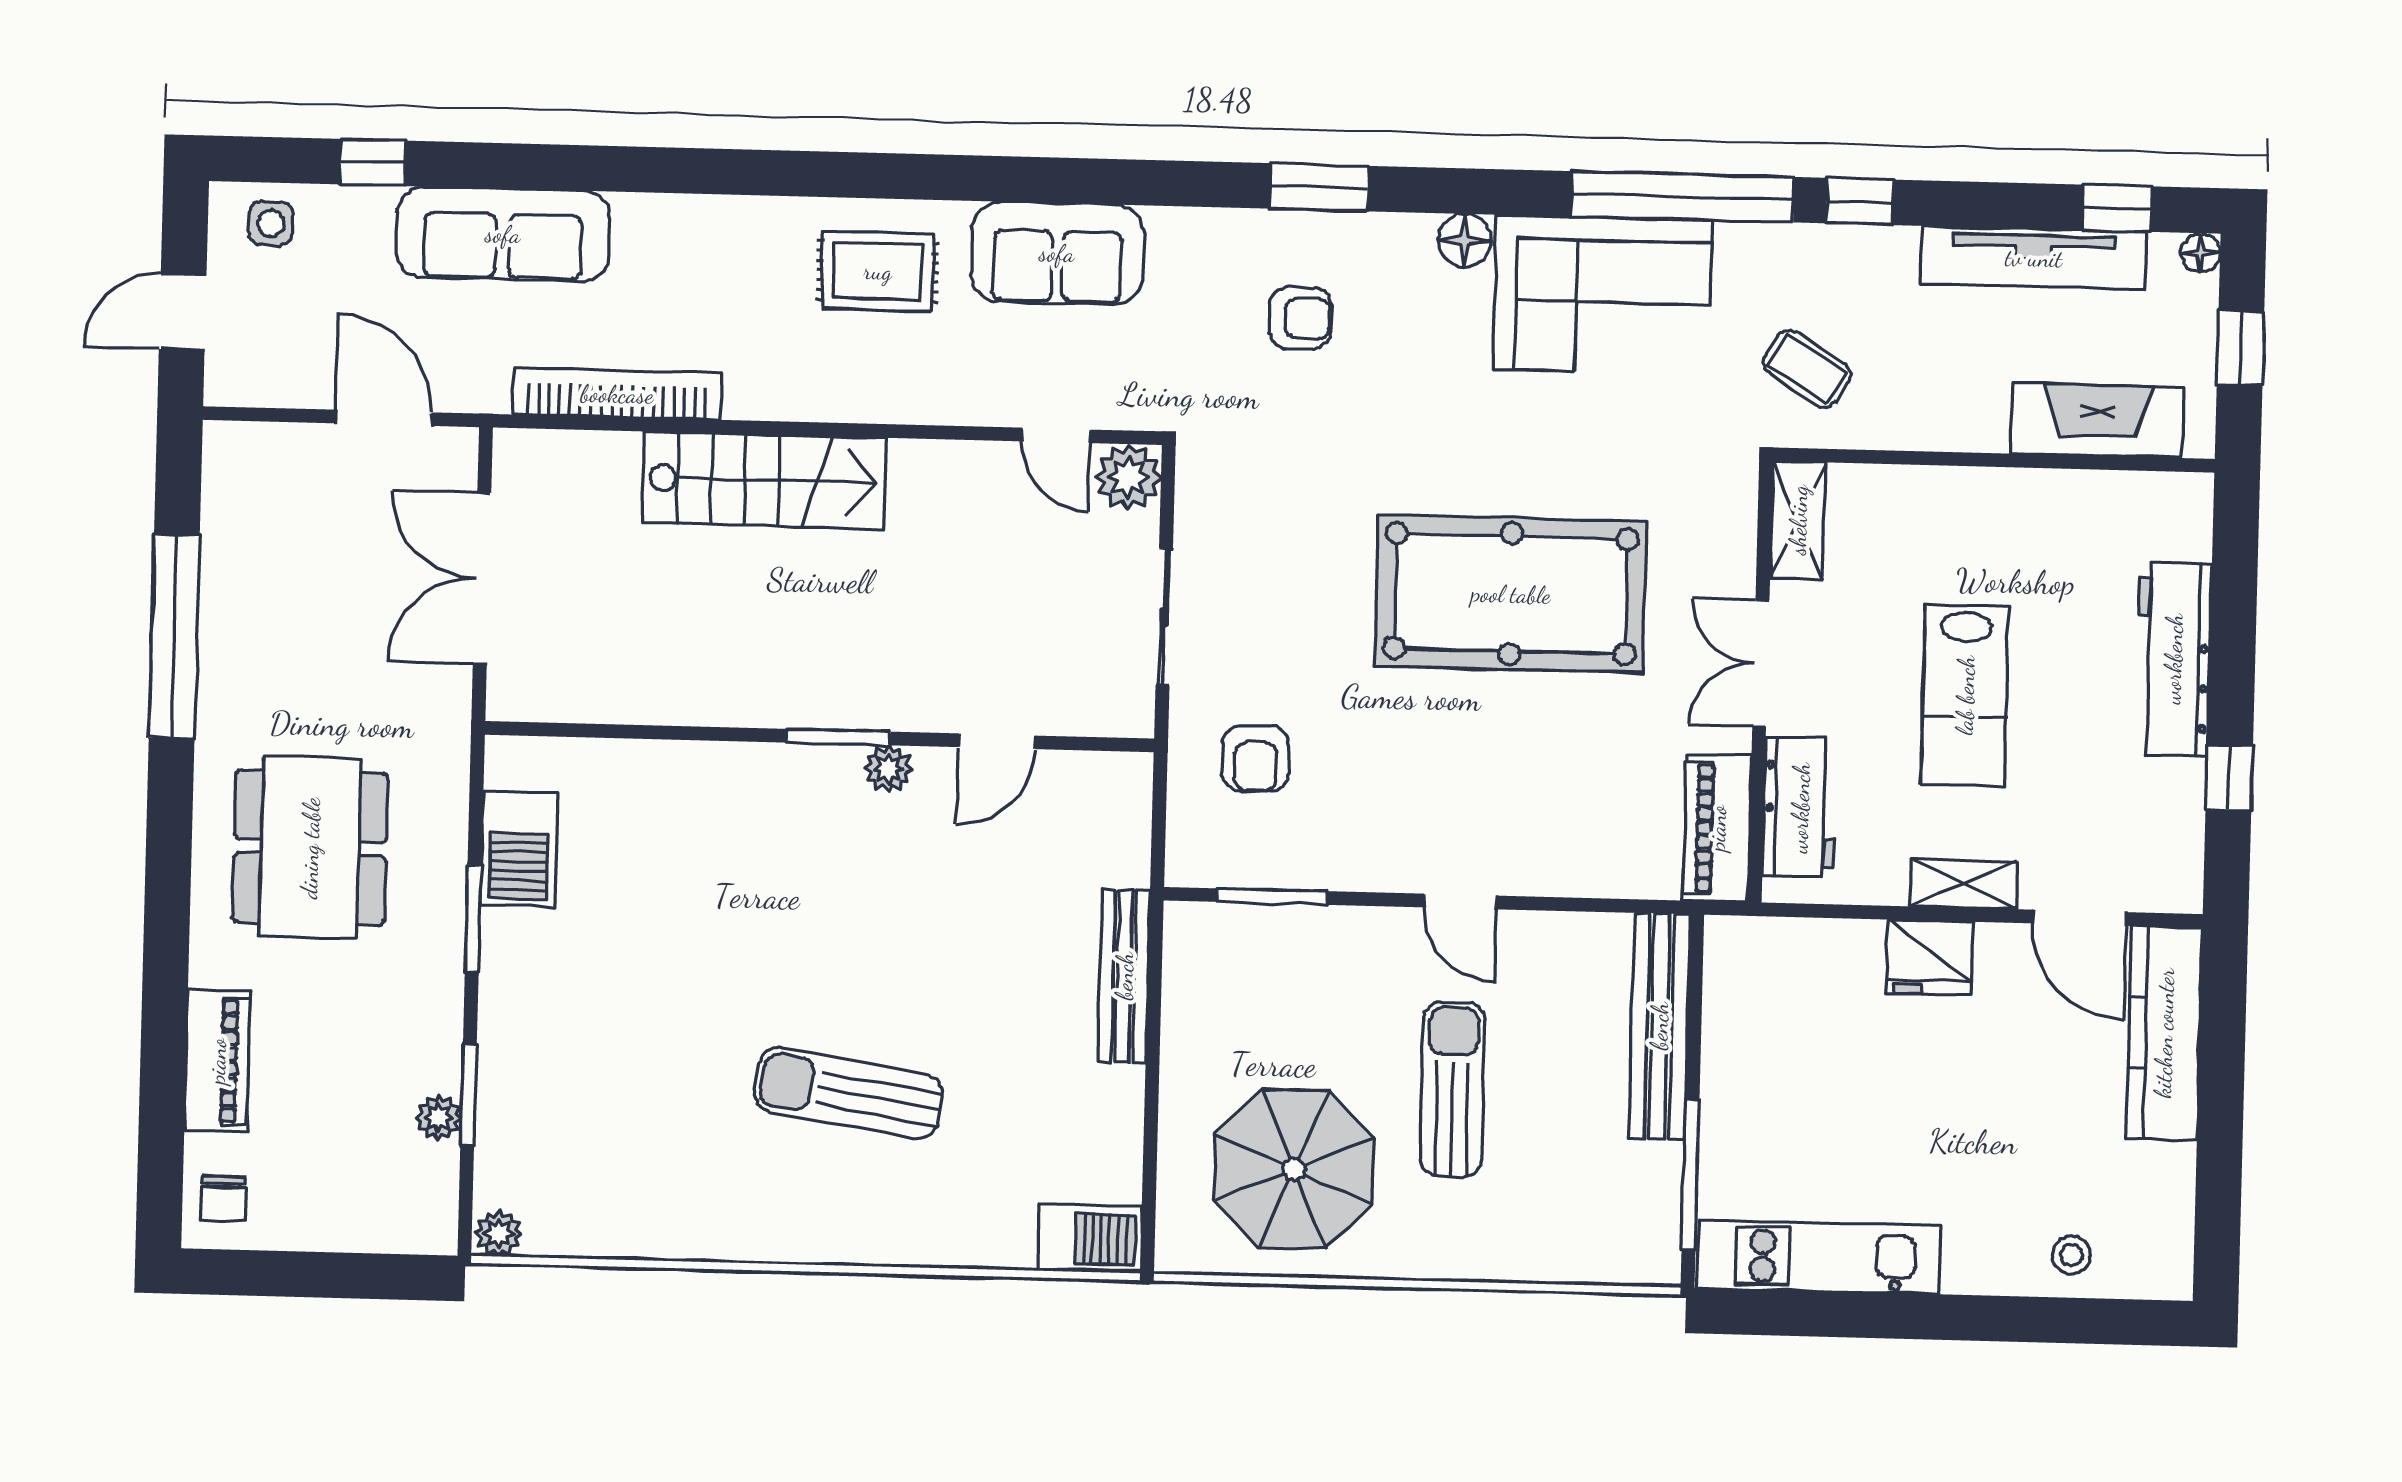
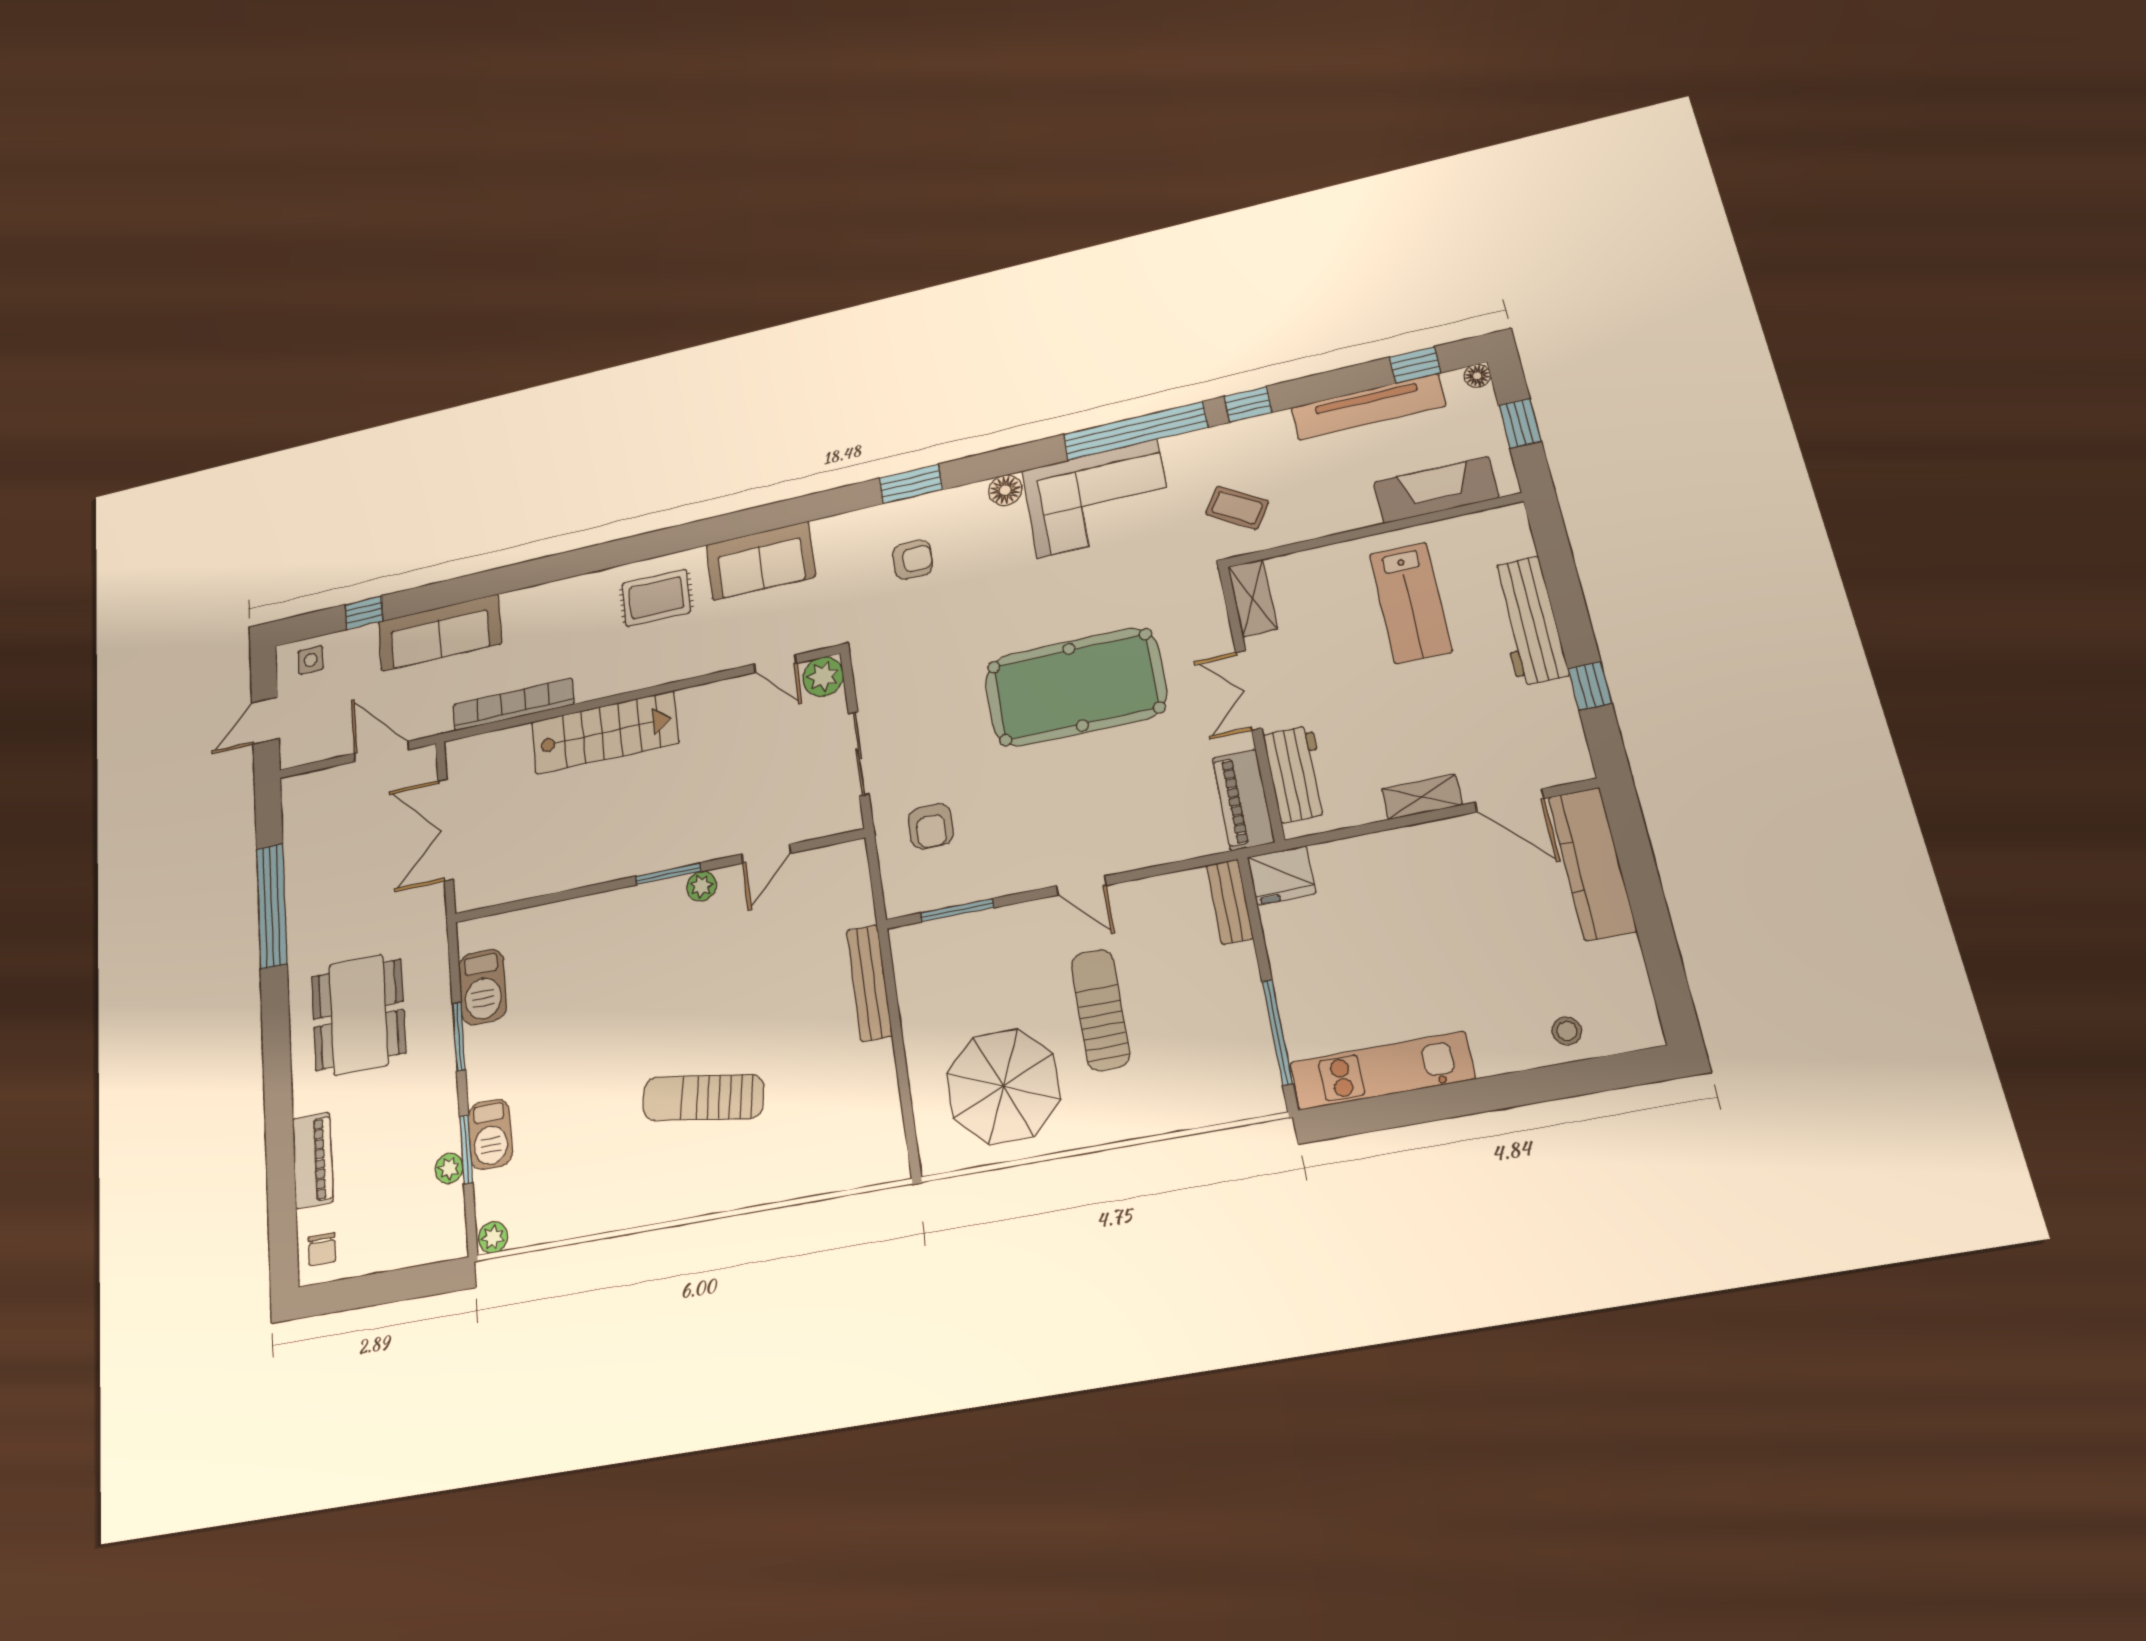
lab bench: (1965, 695) -> (1411, 603), moved
fridge: (1930, 957) -> (1281, 875), moved
bench: (1659, 1026) -> (1230, 902), width x0.54, depth x0.82
barbecue: (1090, 1239) -> (490, 1134), moved, turned 90

